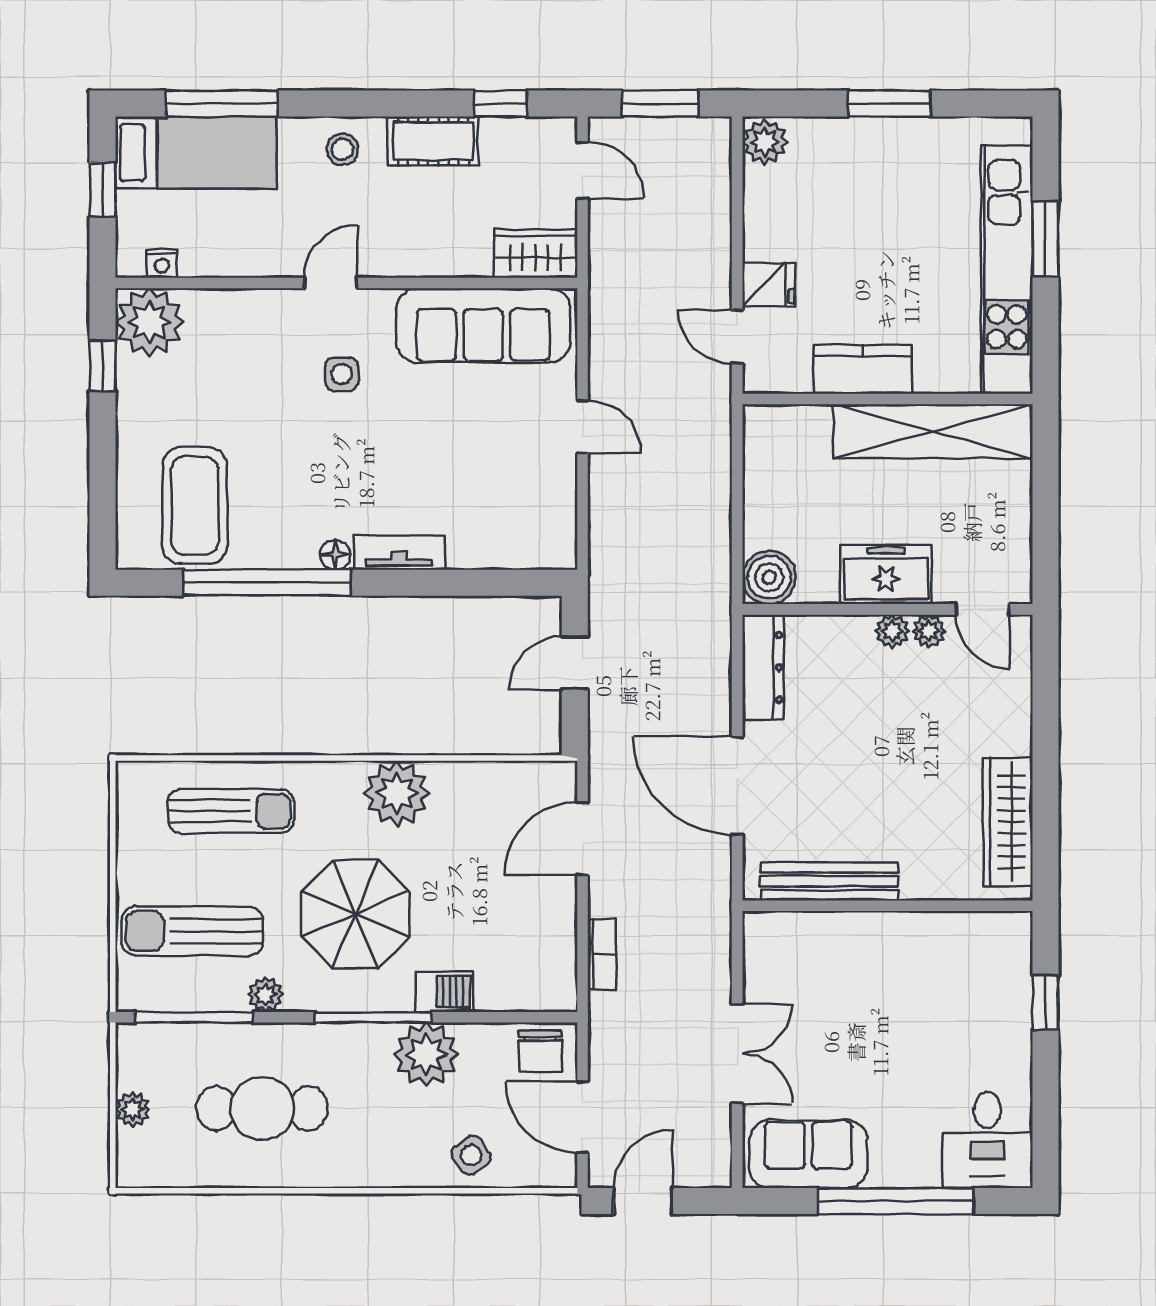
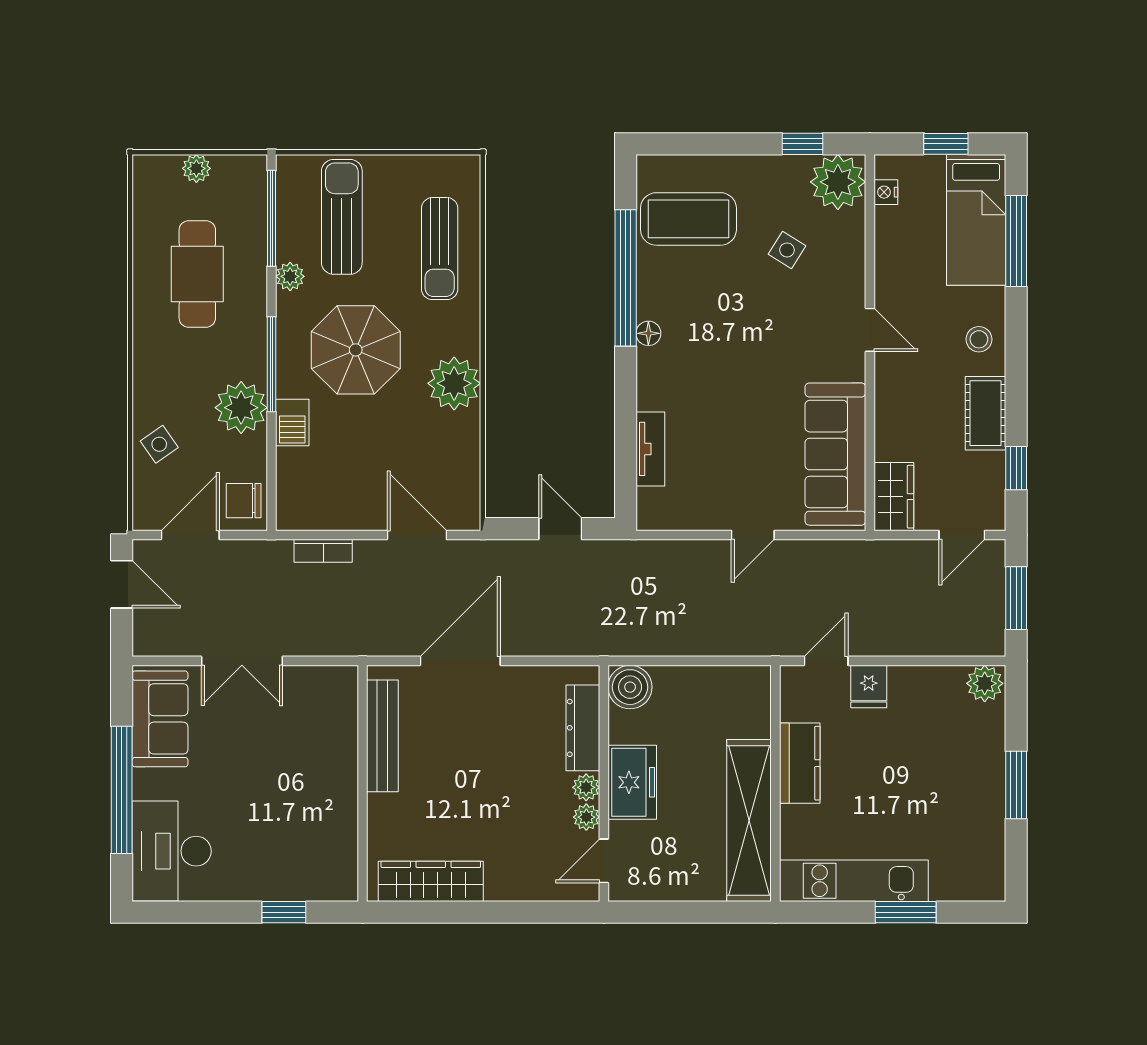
kitchen unit: (1007, 270) -> (854, 881), width x0.73
side table: (342, 374) -> (787, 250), moved, turned 32
tv unit: (399, 552) -> (650, 449), moved
dresser: (763, 667) -> (583, 728), moved, turned 90
desk: (987, 1140) -> (172, 851), width x1.37

